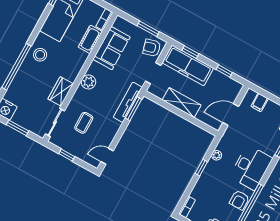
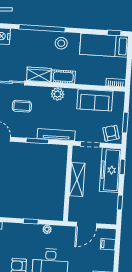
cot: (90, 39) -> (63, 77), moved
window: (133, 109) -> (37, 141), moved
door: (231, 115) -> (86, 225), swing flipped

